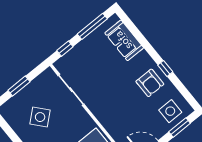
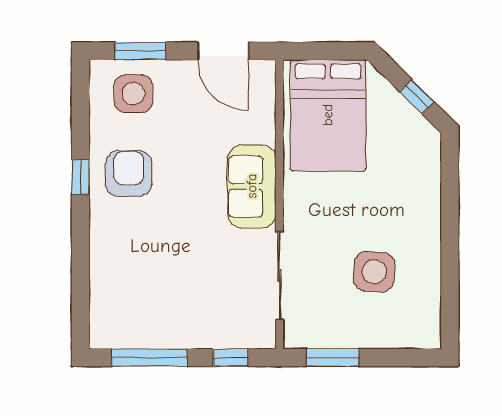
sofa: (124, 40) -> (252, 186), moved, turned 180
window: (19, 86) -> (333, 358), moved
side table: (40, 117) -> (374, 272), turned 45

